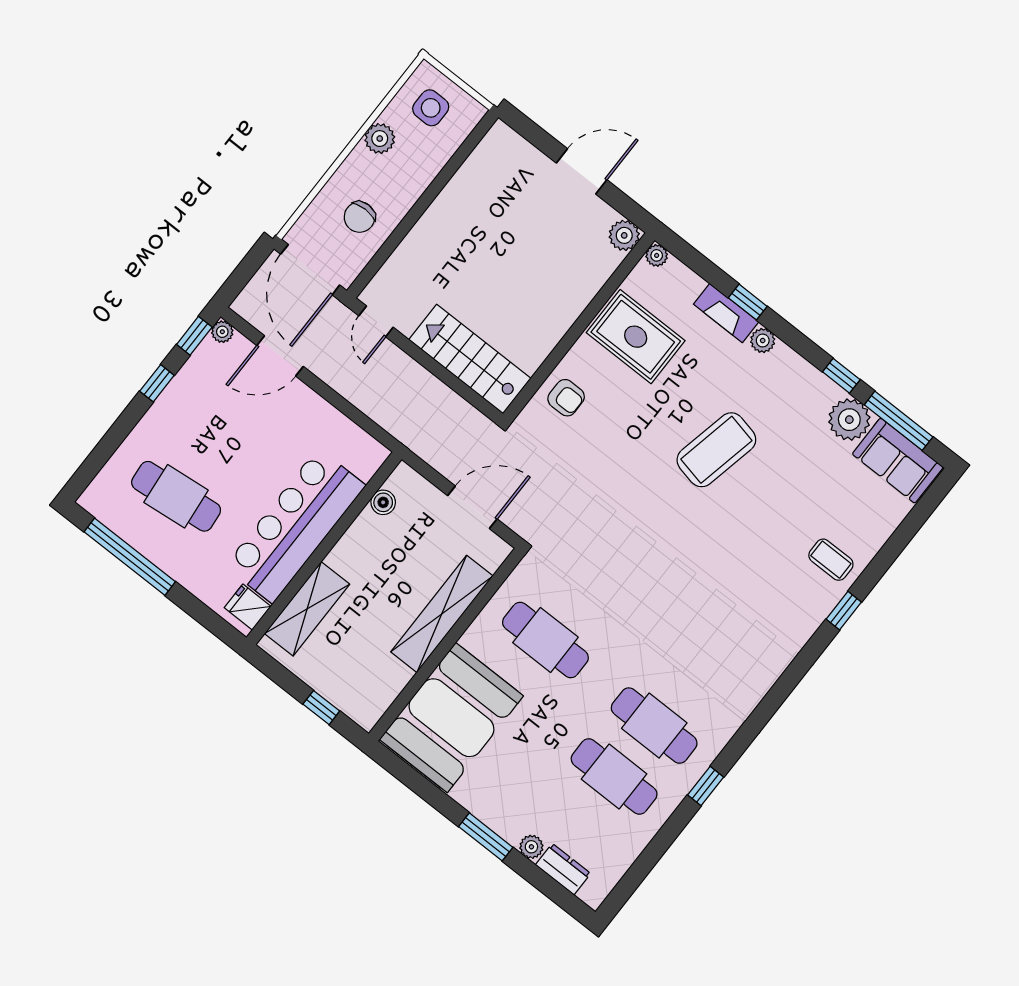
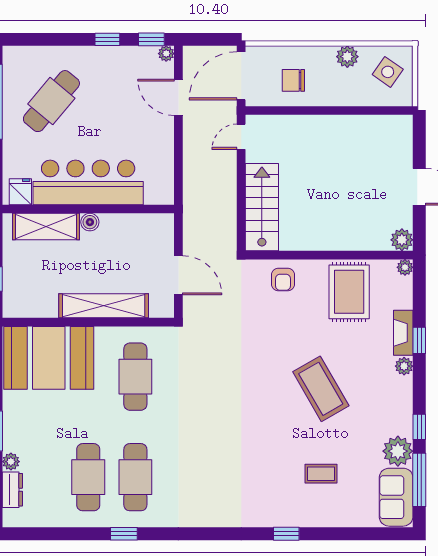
side table: (431, 108) -> (388, 72), turned 35
coffee table: (716, 450) -> (321, 389), turned 48
cafe table: (176, 496) -> (51, 101), turned 46
boiler: (383, 502) -> (90, 222), moved
coffee table: (831, 560) -> (321, 474), moved, turned 90

